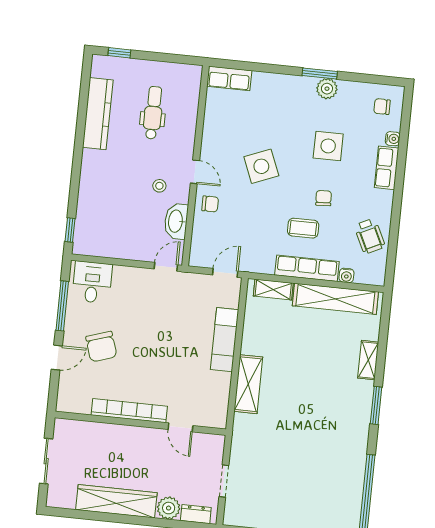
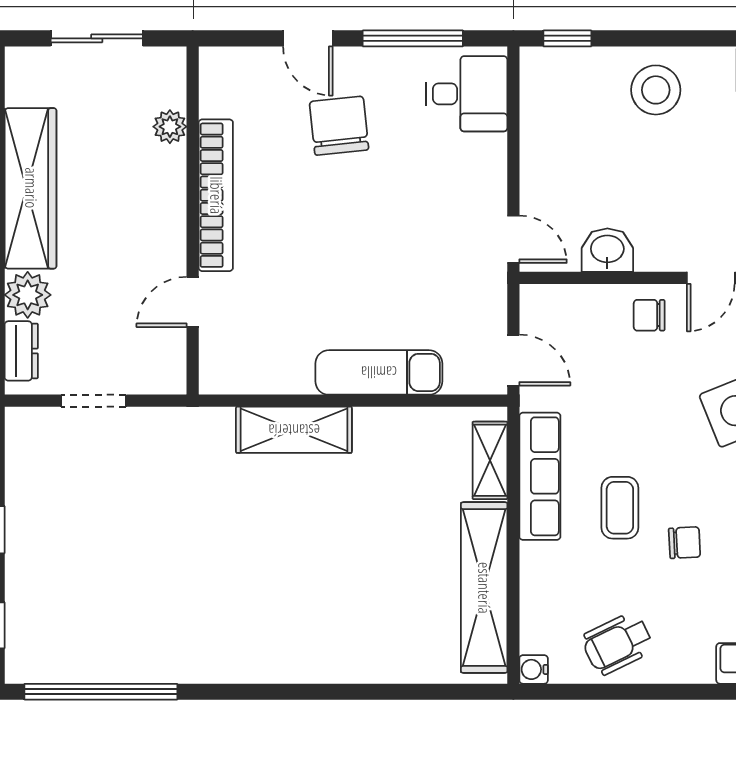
stool: (159, 186) -> (656, 90), moved, width x1.89, depth x1.89
chair: (210, 204) -> (649, 315), turned 90
washbasin: (176, 221) -> (607, 250), width x0.72
row of seats: (307, 268) -> (540, 476), moved
water cooler: (346, 275) -> (534, 669), moved
chair: (101, 347) -> (339, 126), turned 102
shelving: (368, 360) -> (367, 666), removed
window: (376, 405) -> (278, 692), removed
plant: (93, 430) -> (170, 127), added

